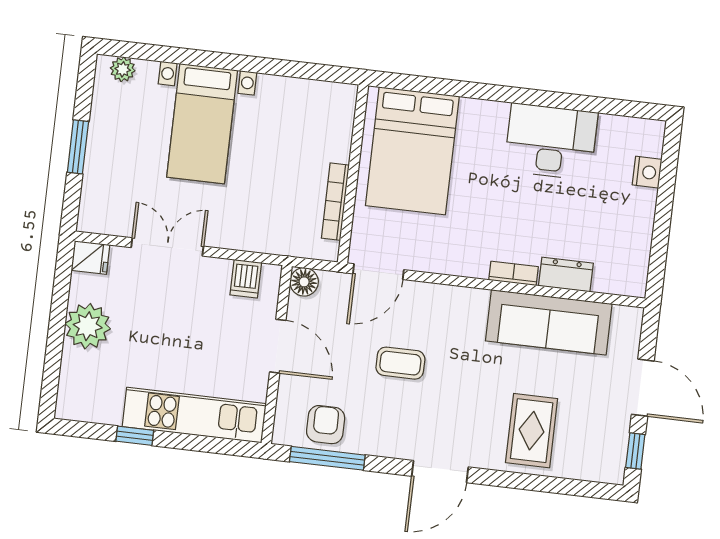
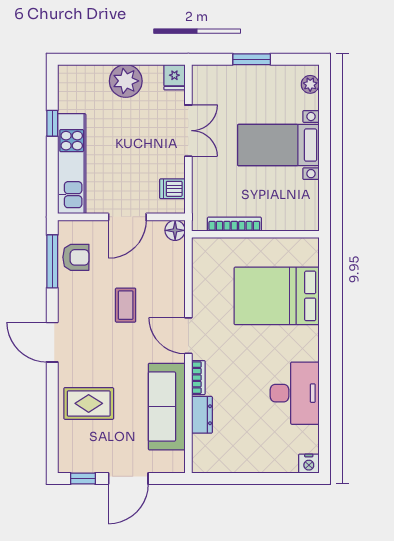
nightstand: (647, 172) -> (309, 464), moved
wall: (353, 174) -> (255, 234), moved
bookcase: (335, 202) -> (234, 224), moved
door: (378, 272) -> (188, 336), moved

